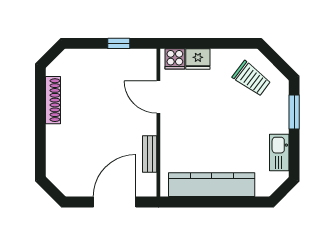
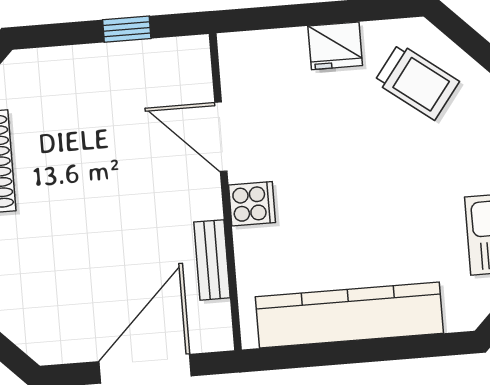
cooker: (175, 59) -> (252, 204), moved, turned -90
fridge: (198, 59) -> (335, 46), moved

